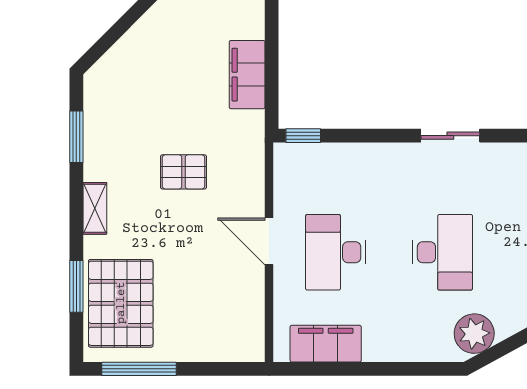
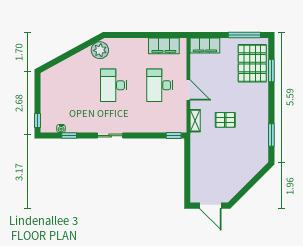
filing cabinet: (247, 75) -> (205, 46), moved, turned 90
shelving: (95, 208) -> (195, 121), moved
desk: (336, 252) -> (160, 85), turned 180

